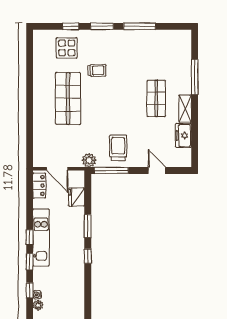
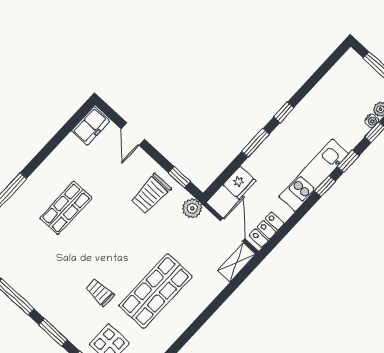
shelving: (185, 109) -> (237, 262), moved
freezer: (183, 135) -> (90, 126), moved
window: (111, 171) -> (179, 177), width x0.46

